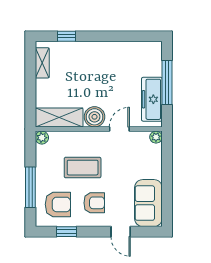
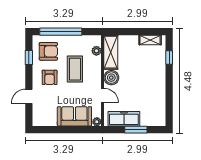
window: (167, 82) -> (136, 130), width x0.69
plant: (42, 138) -> (96, 51), moved
window: (30, 187) -> (61, 32), width x1.46
sofa: (148, 203) -> (74, 116), moved
armchair: (58, 204) -> (48, 51), turned -90

